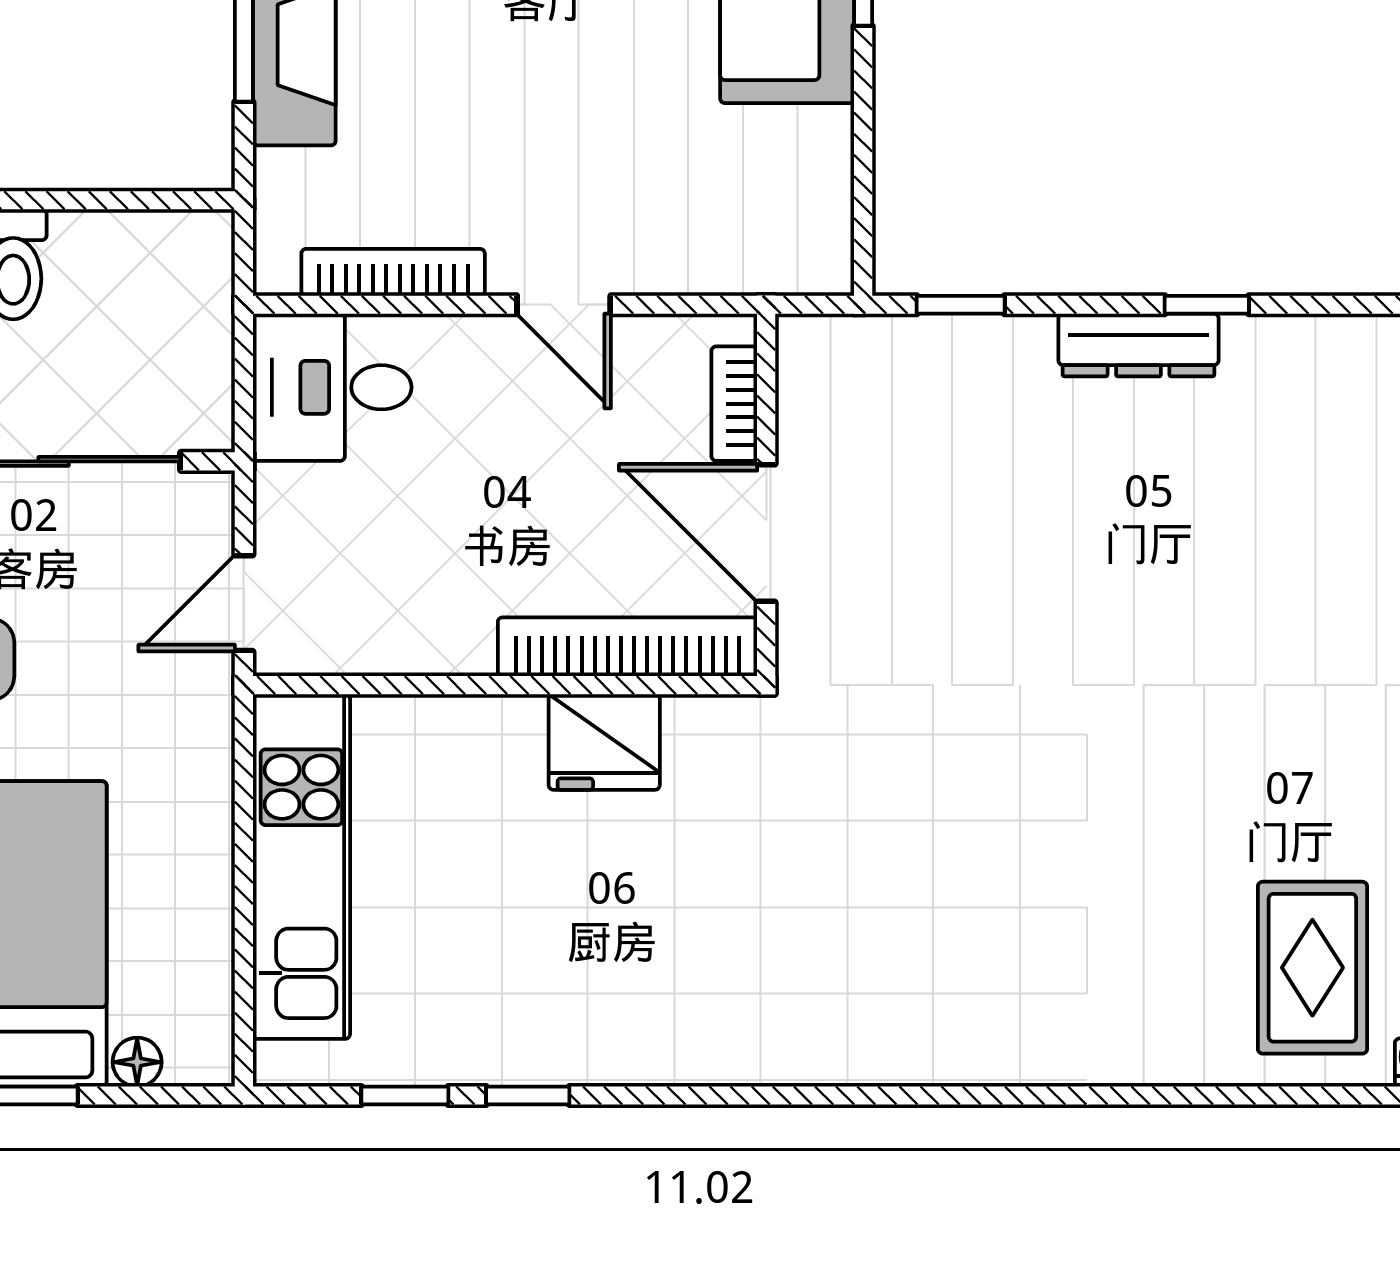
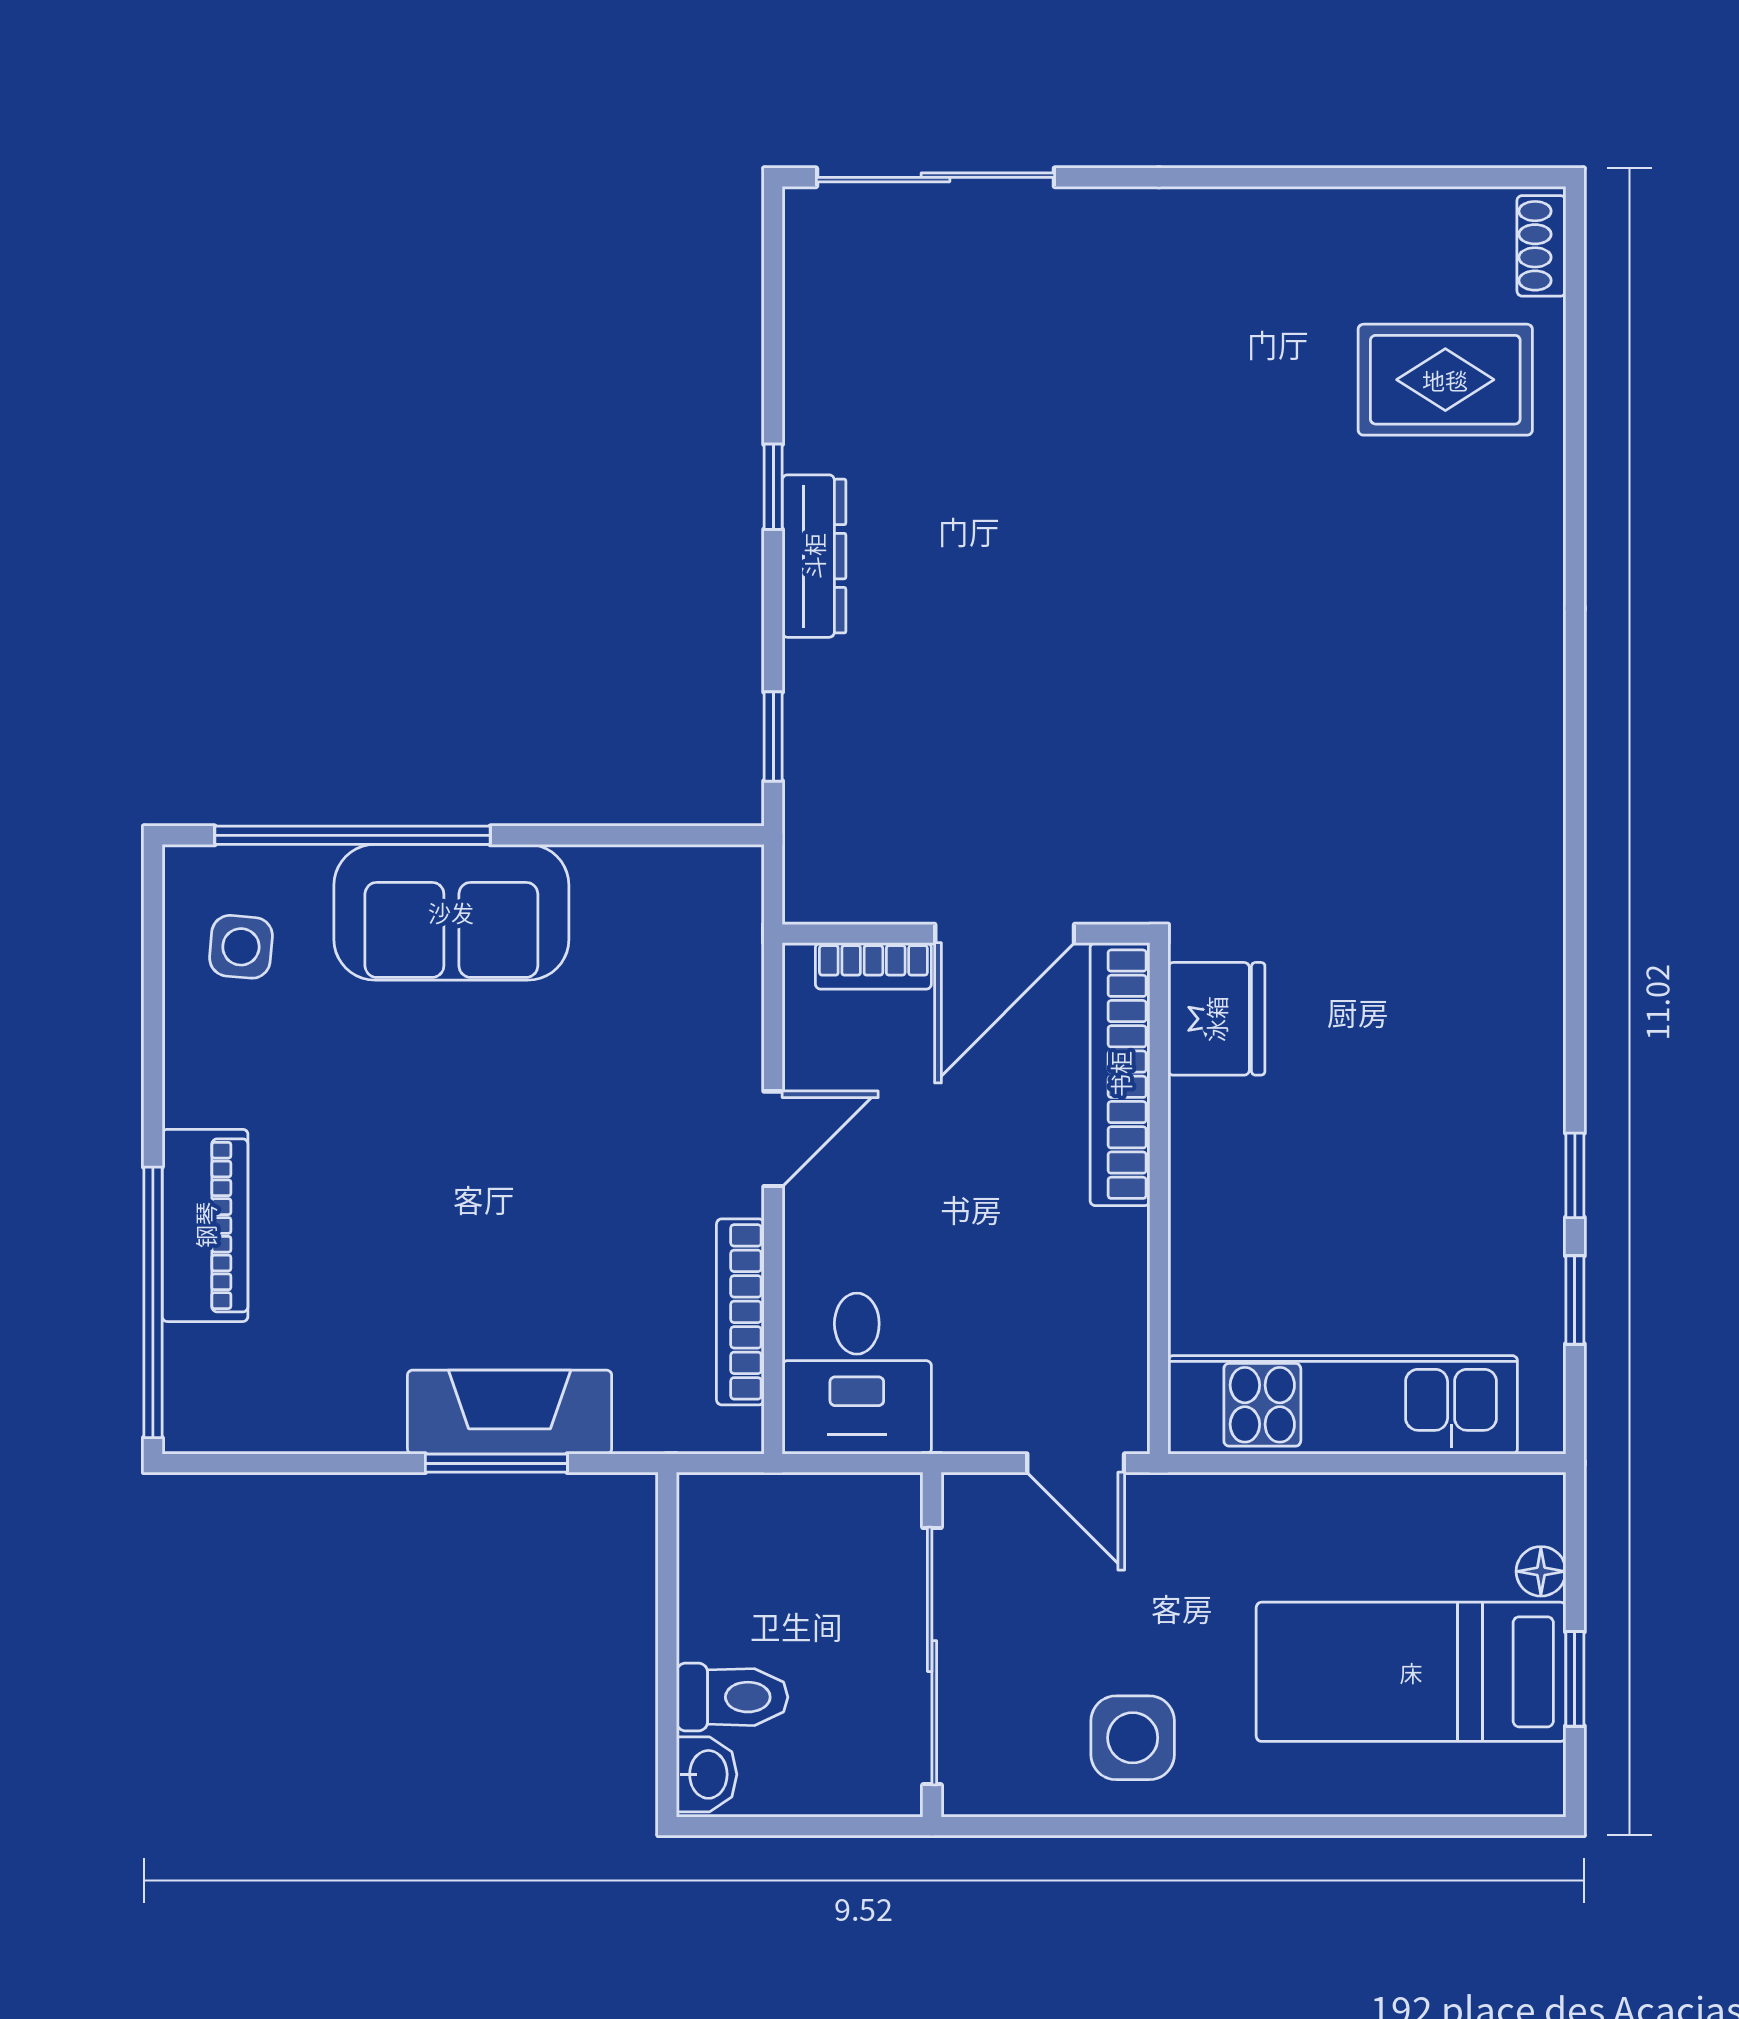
fridge: (604, 742) -> (1216, 1019), moved

